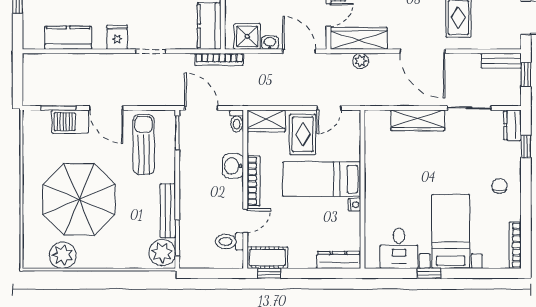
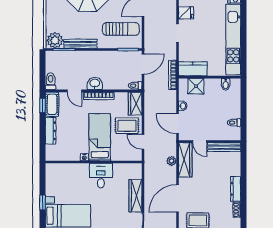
shower: (247, 36) -> (196, 86), moved
door: (299, 51) -> (177, 124), swing flipped
washbasin: (233, 166) -> (95, 83), moved
toilet: (229, 241) -> (51, 81), moved
desk: (399, 248) -> (101, 176), moved, turned 90
dresser: (339, 260) -> (51, 131), moved

